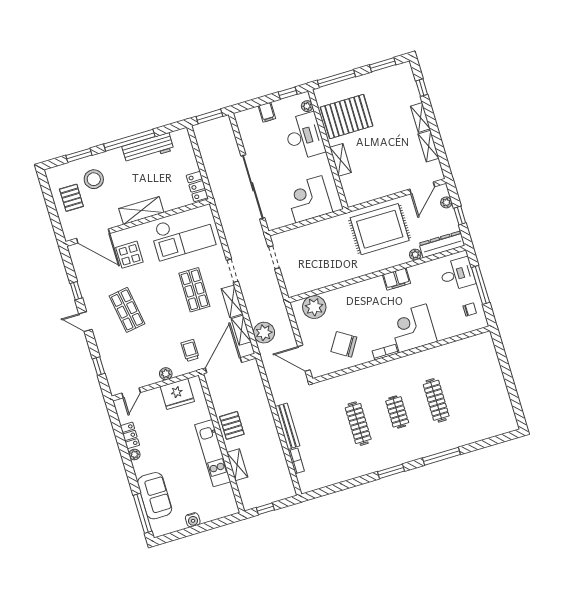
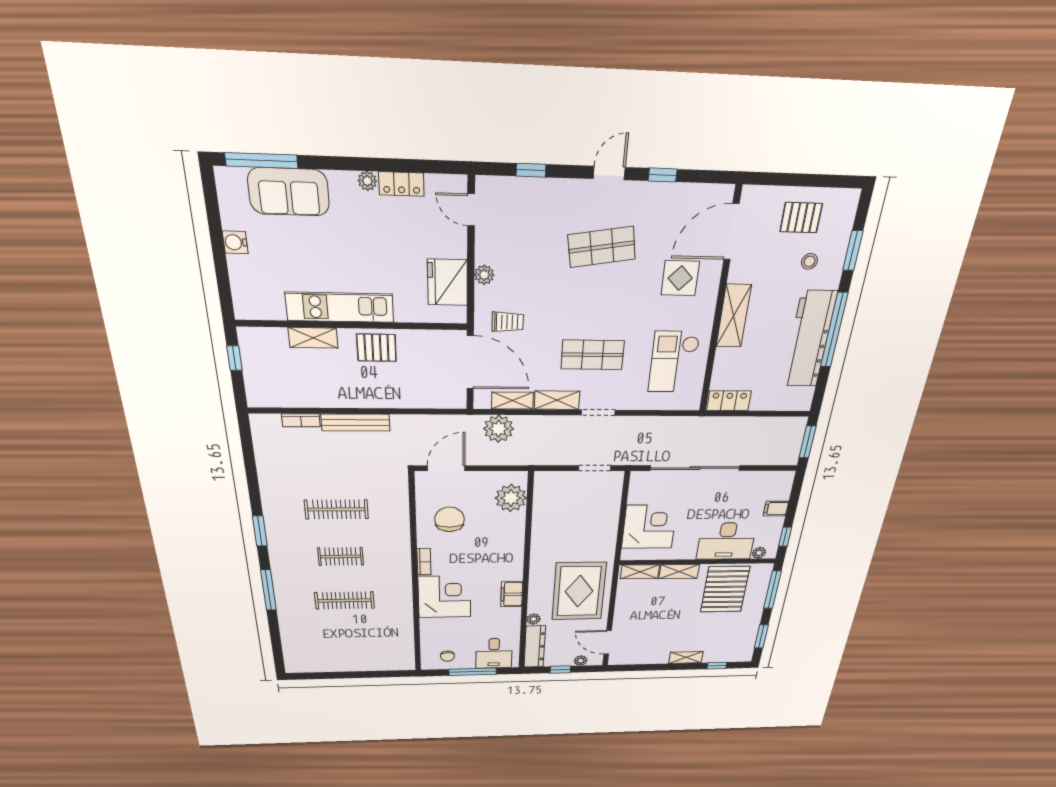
shelving: (428, 146) -> (640, 572), moved
workbench: (148, 148) -> (809, 339), width x1.36, depth x1.32
stool: (94, 179) -> (809, 261), width x0.53, depth x0.53
checkout: (183, 235) -> (674, 362), width x0.73, depth x0.83
chair: (344, 344) -> (449, 519), turned -32

